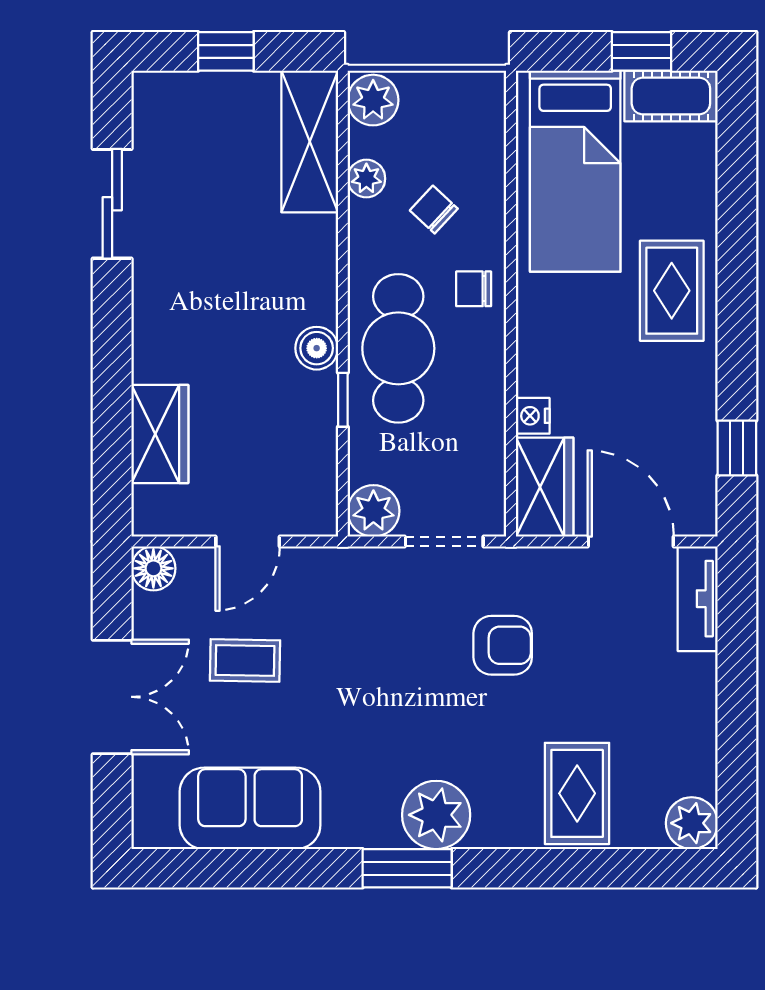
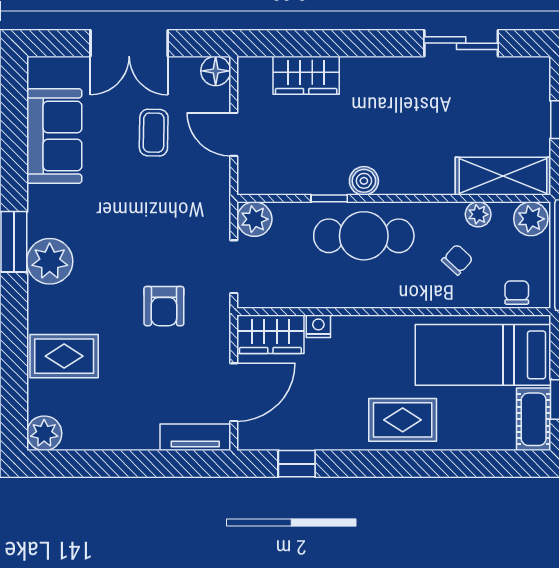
chair: (474, 289) -> (517, 293), moved

